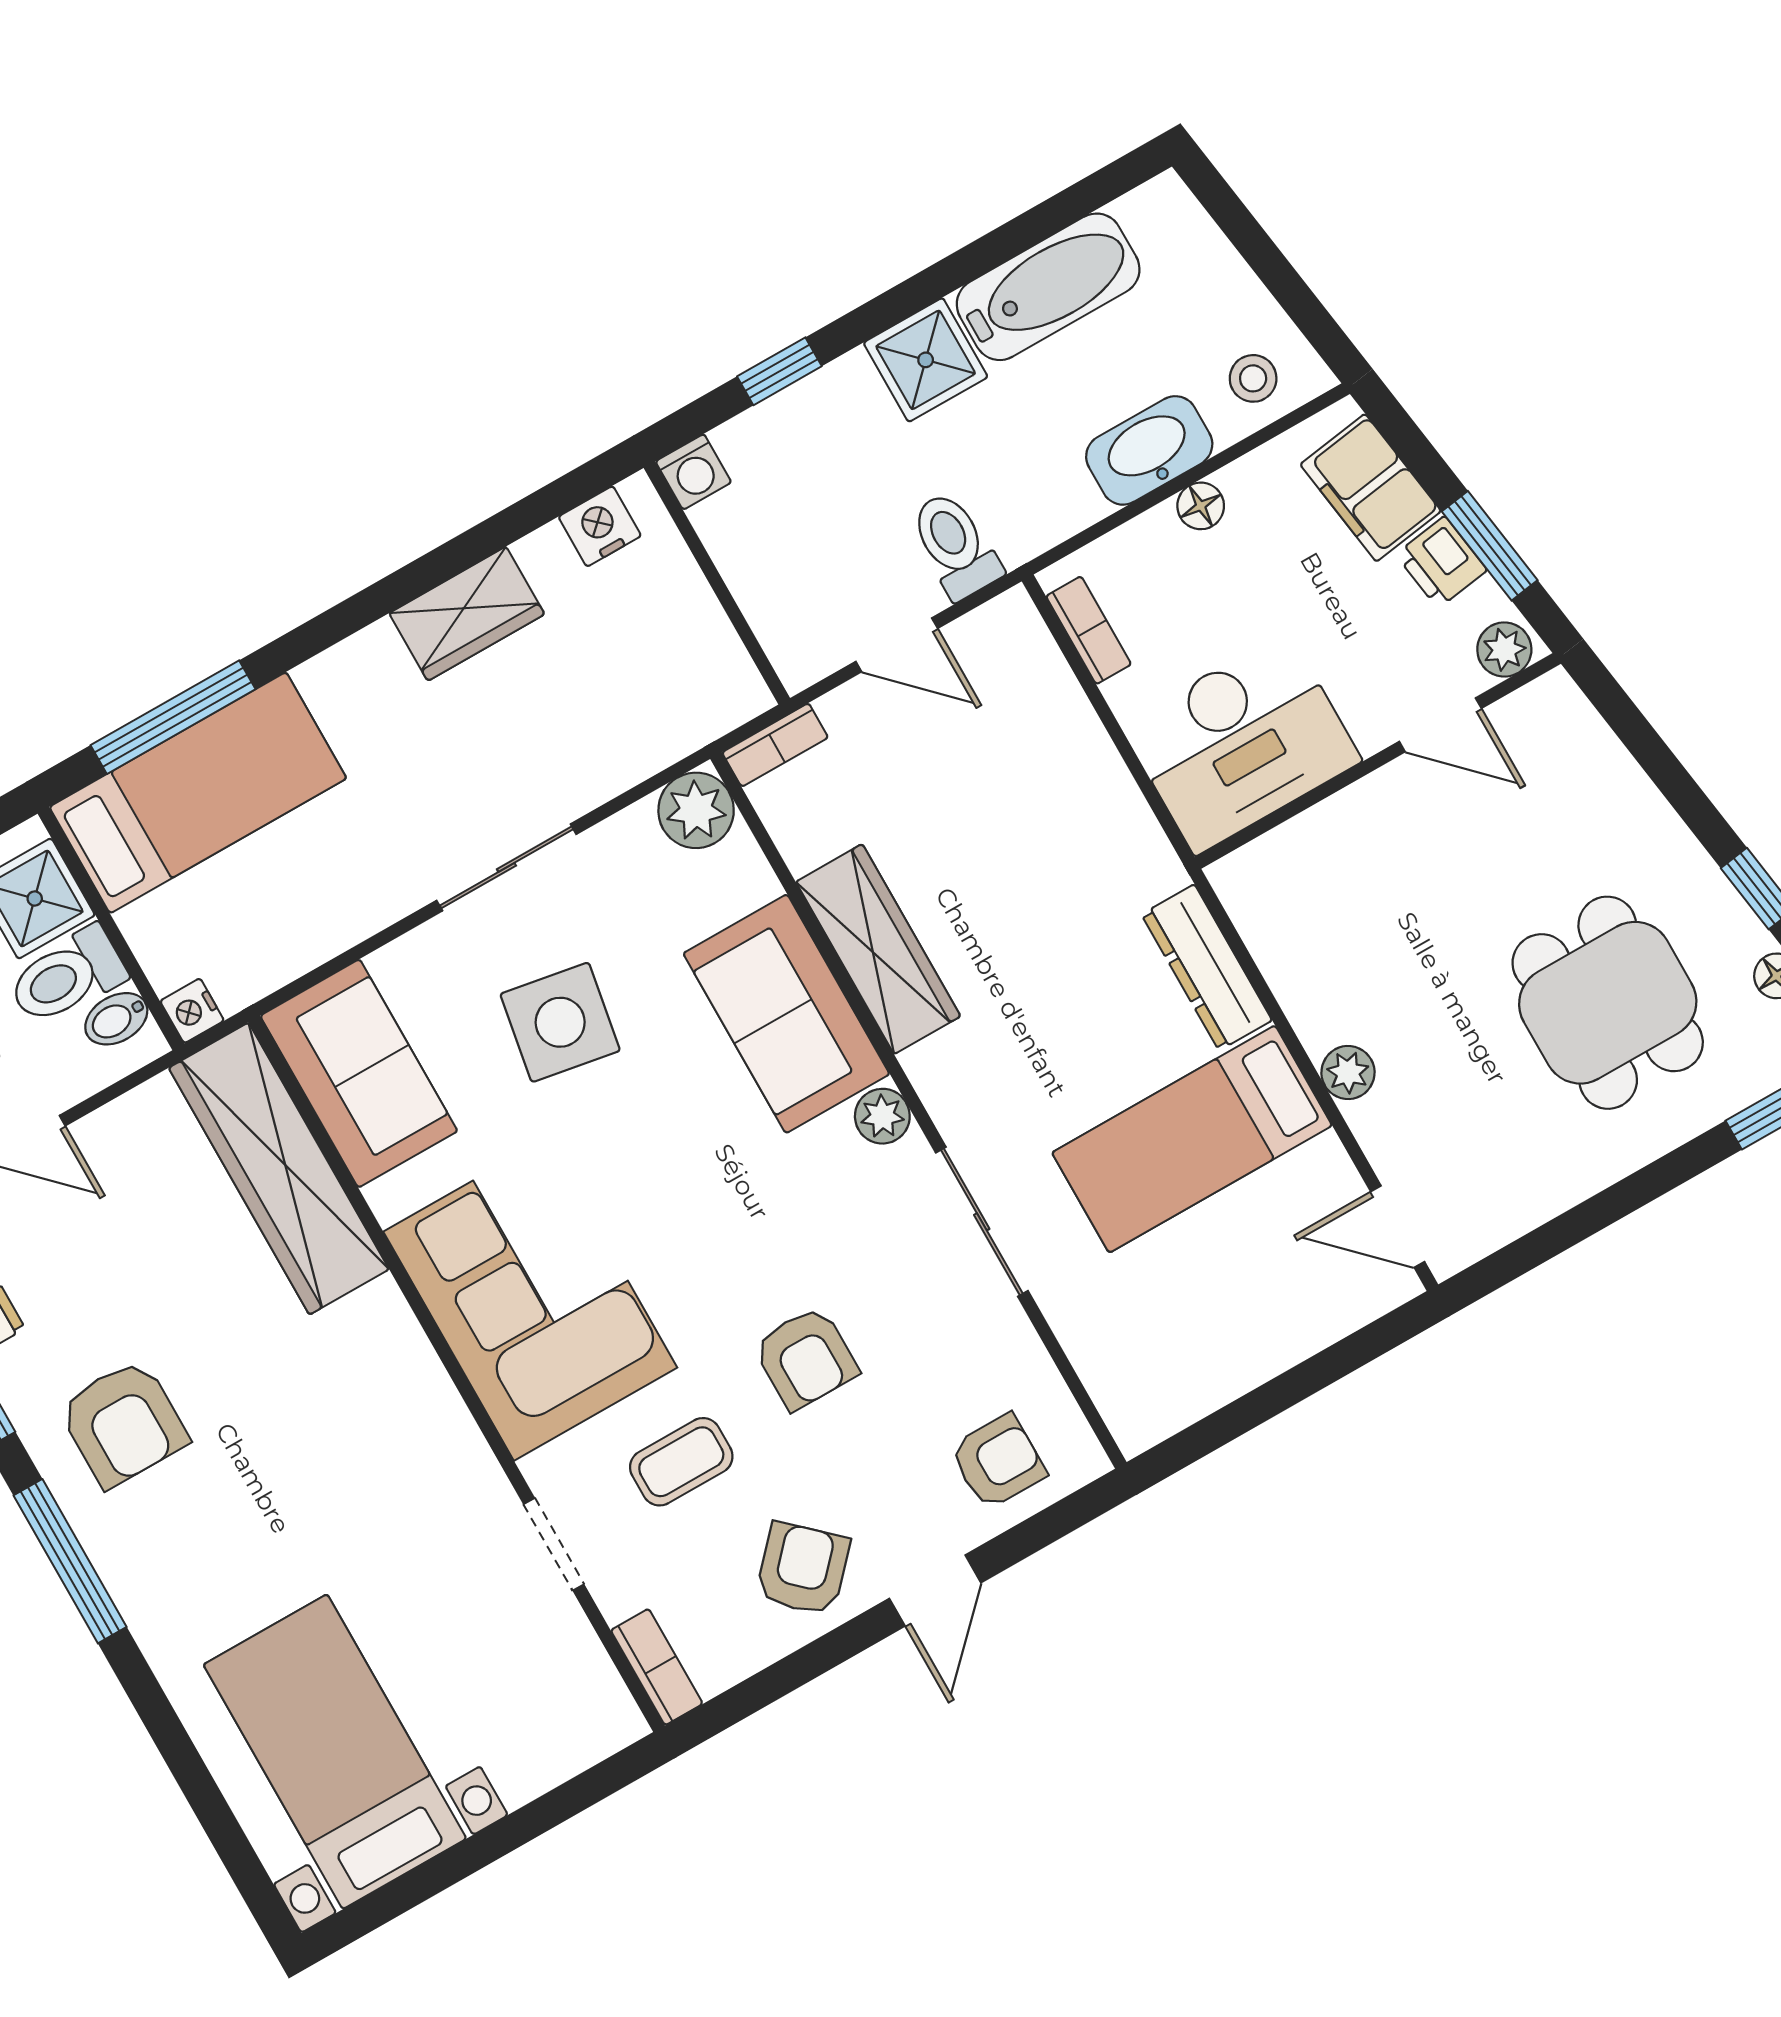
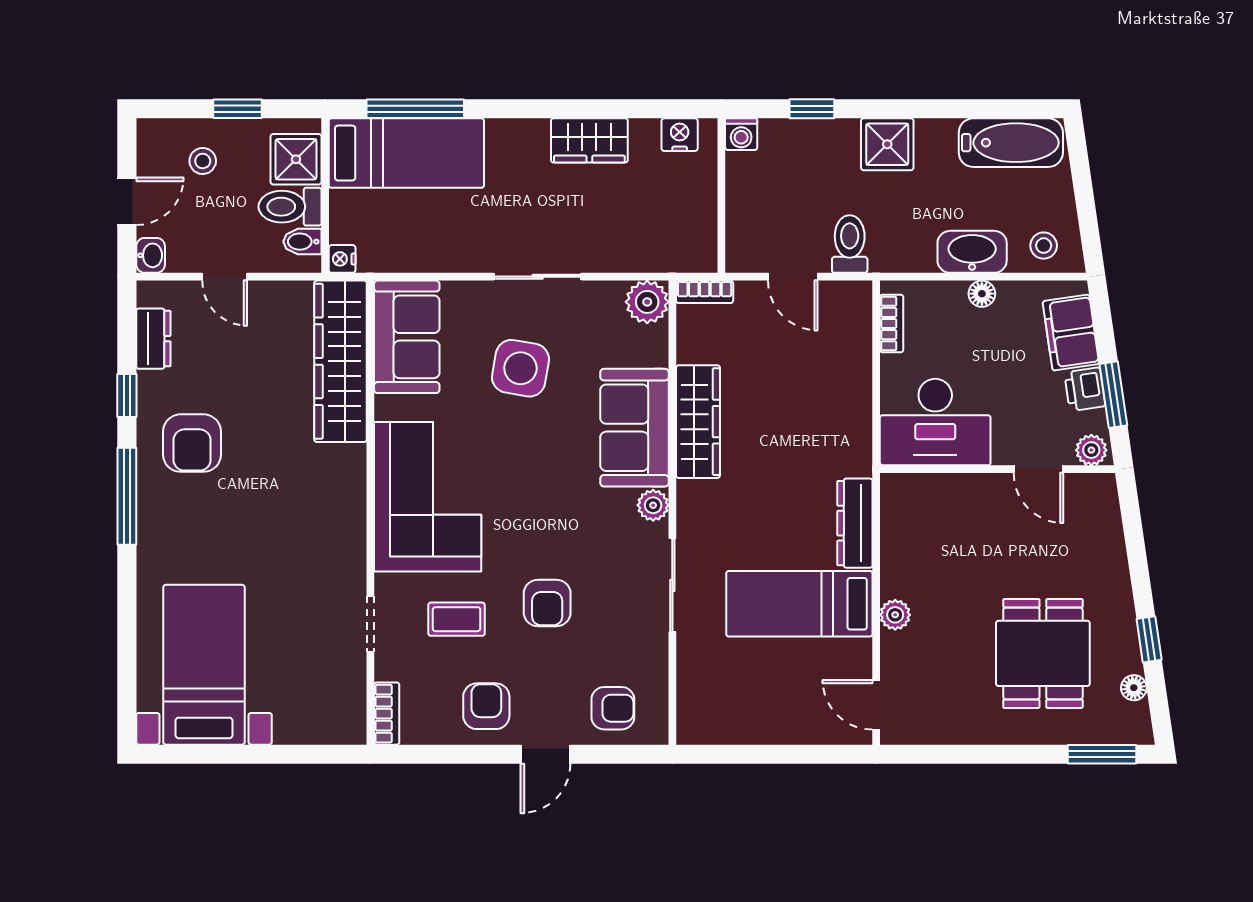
bathtub: (1048, 287) -> (1011, 143), moved
armchair: (803, 1569) -> (486, 706), turned -43

